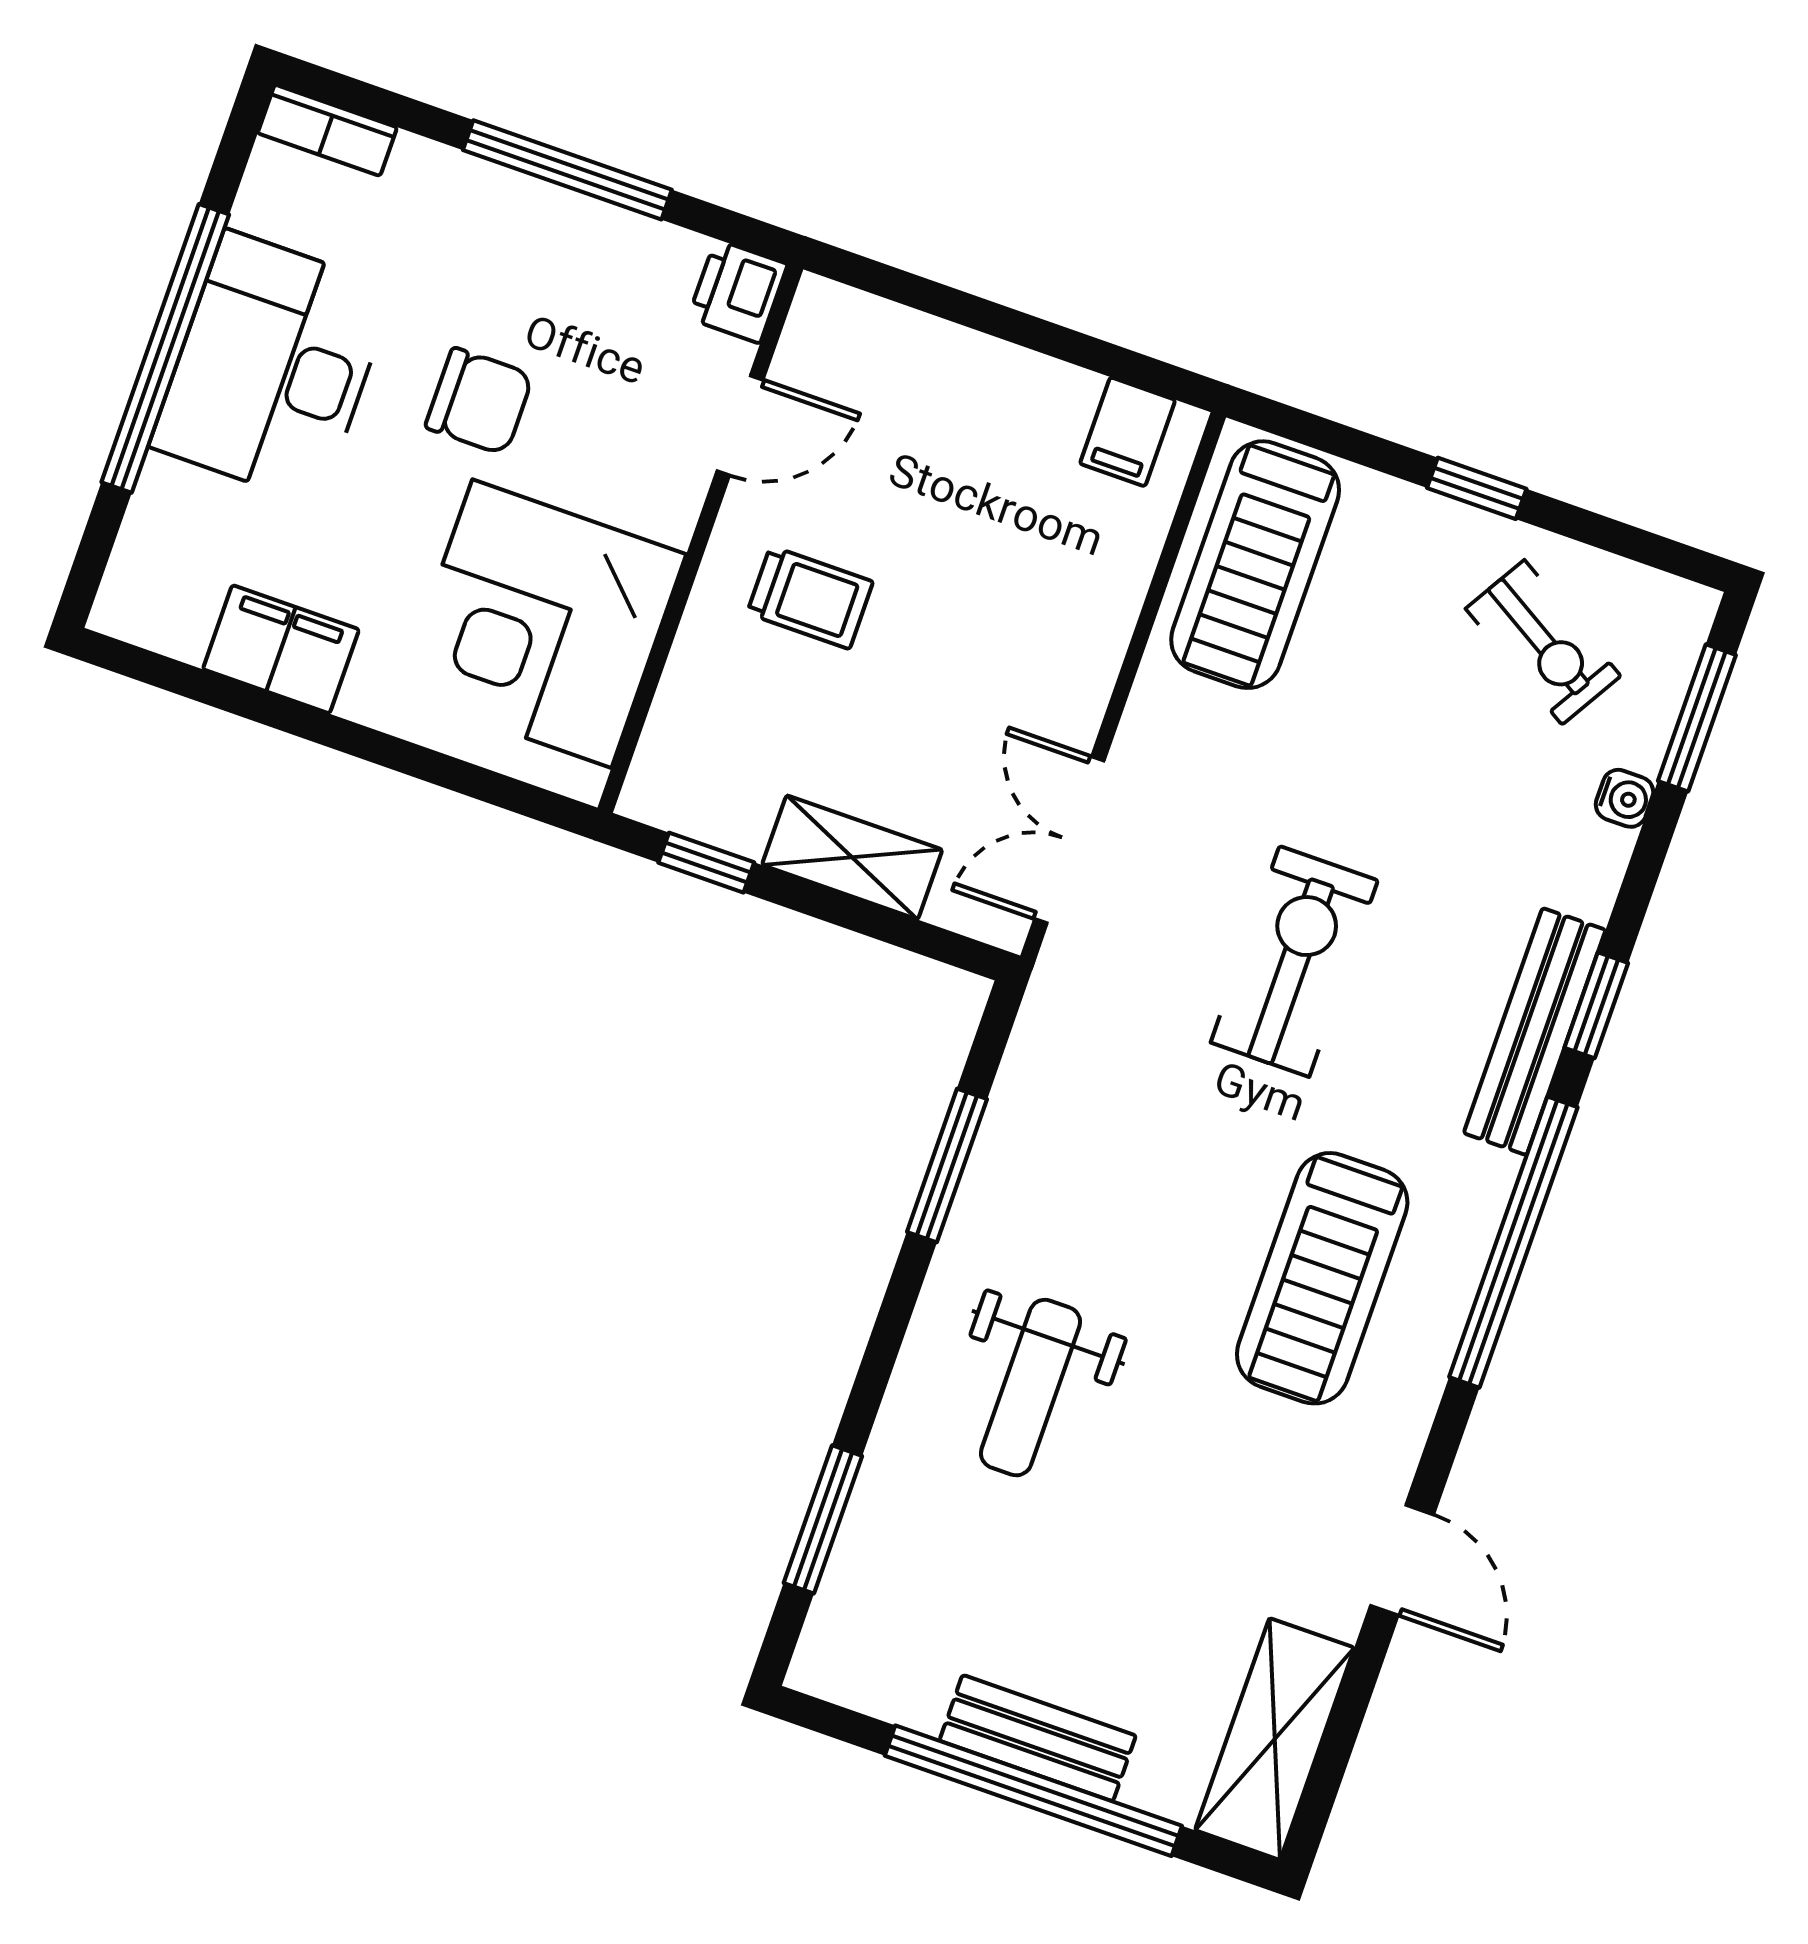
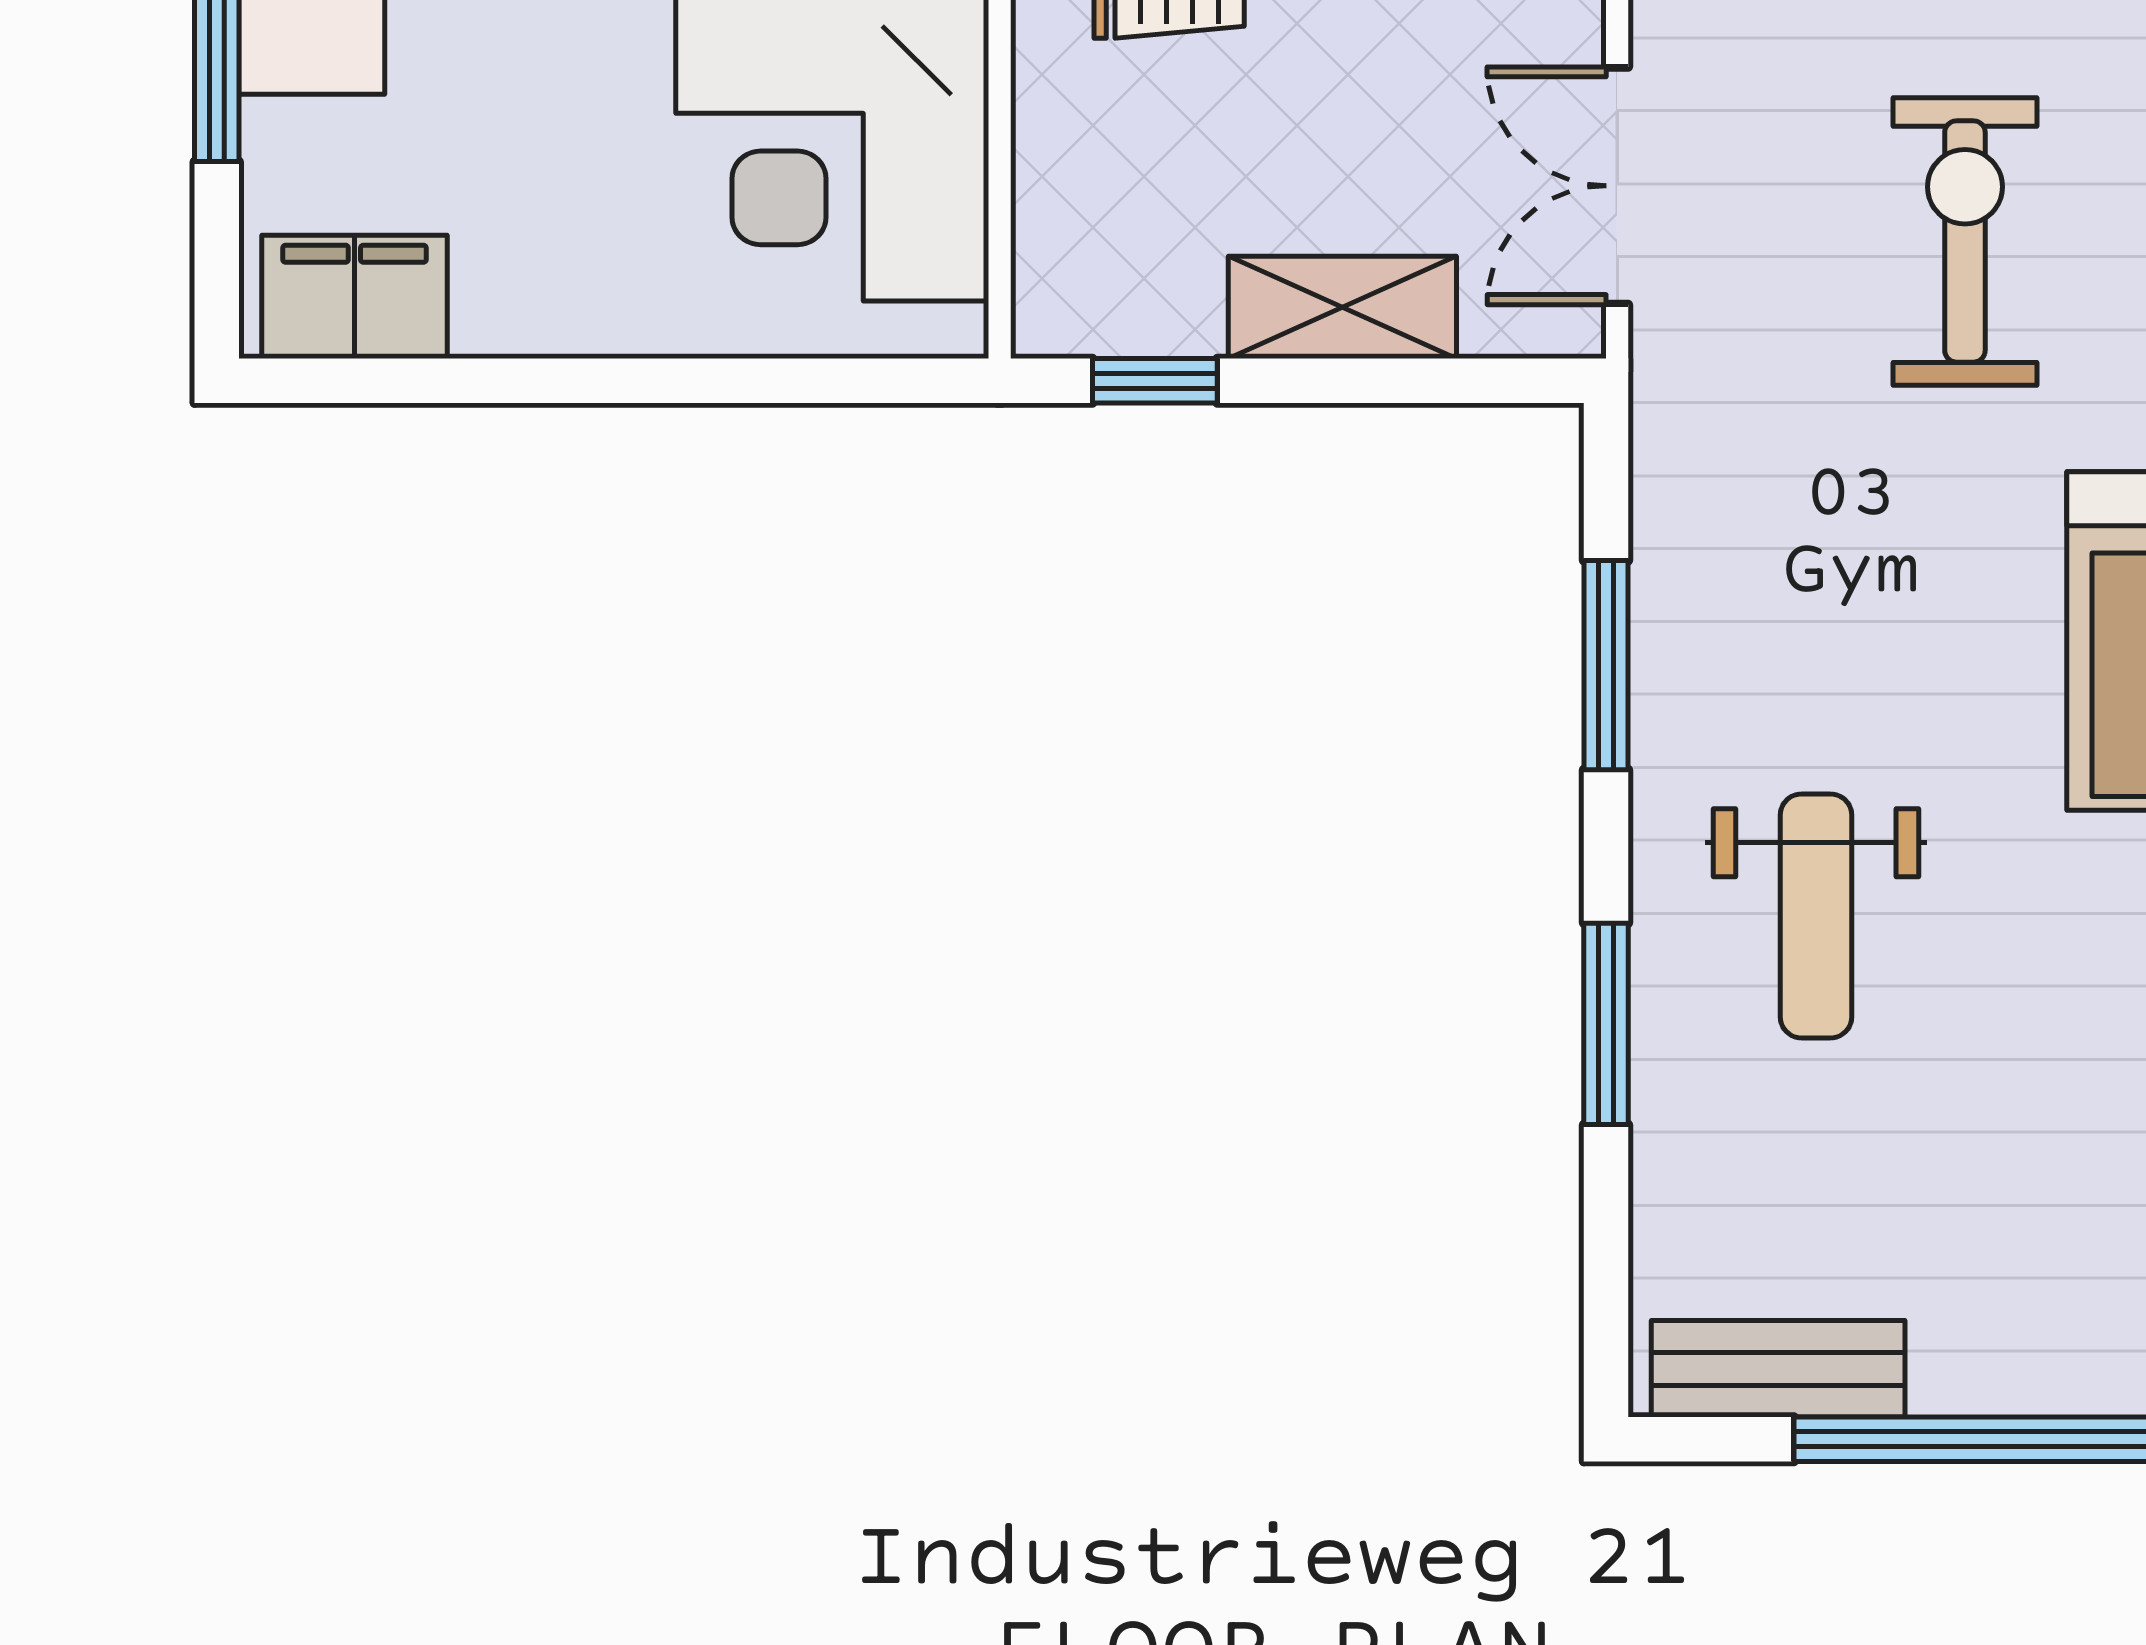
filing cabinet: (281, 649) -> (354, 297), moved
window: (823, 1519) -> (1606, 1024), moved
bench: (1038, 1738) -> (1778, 1369), moved

